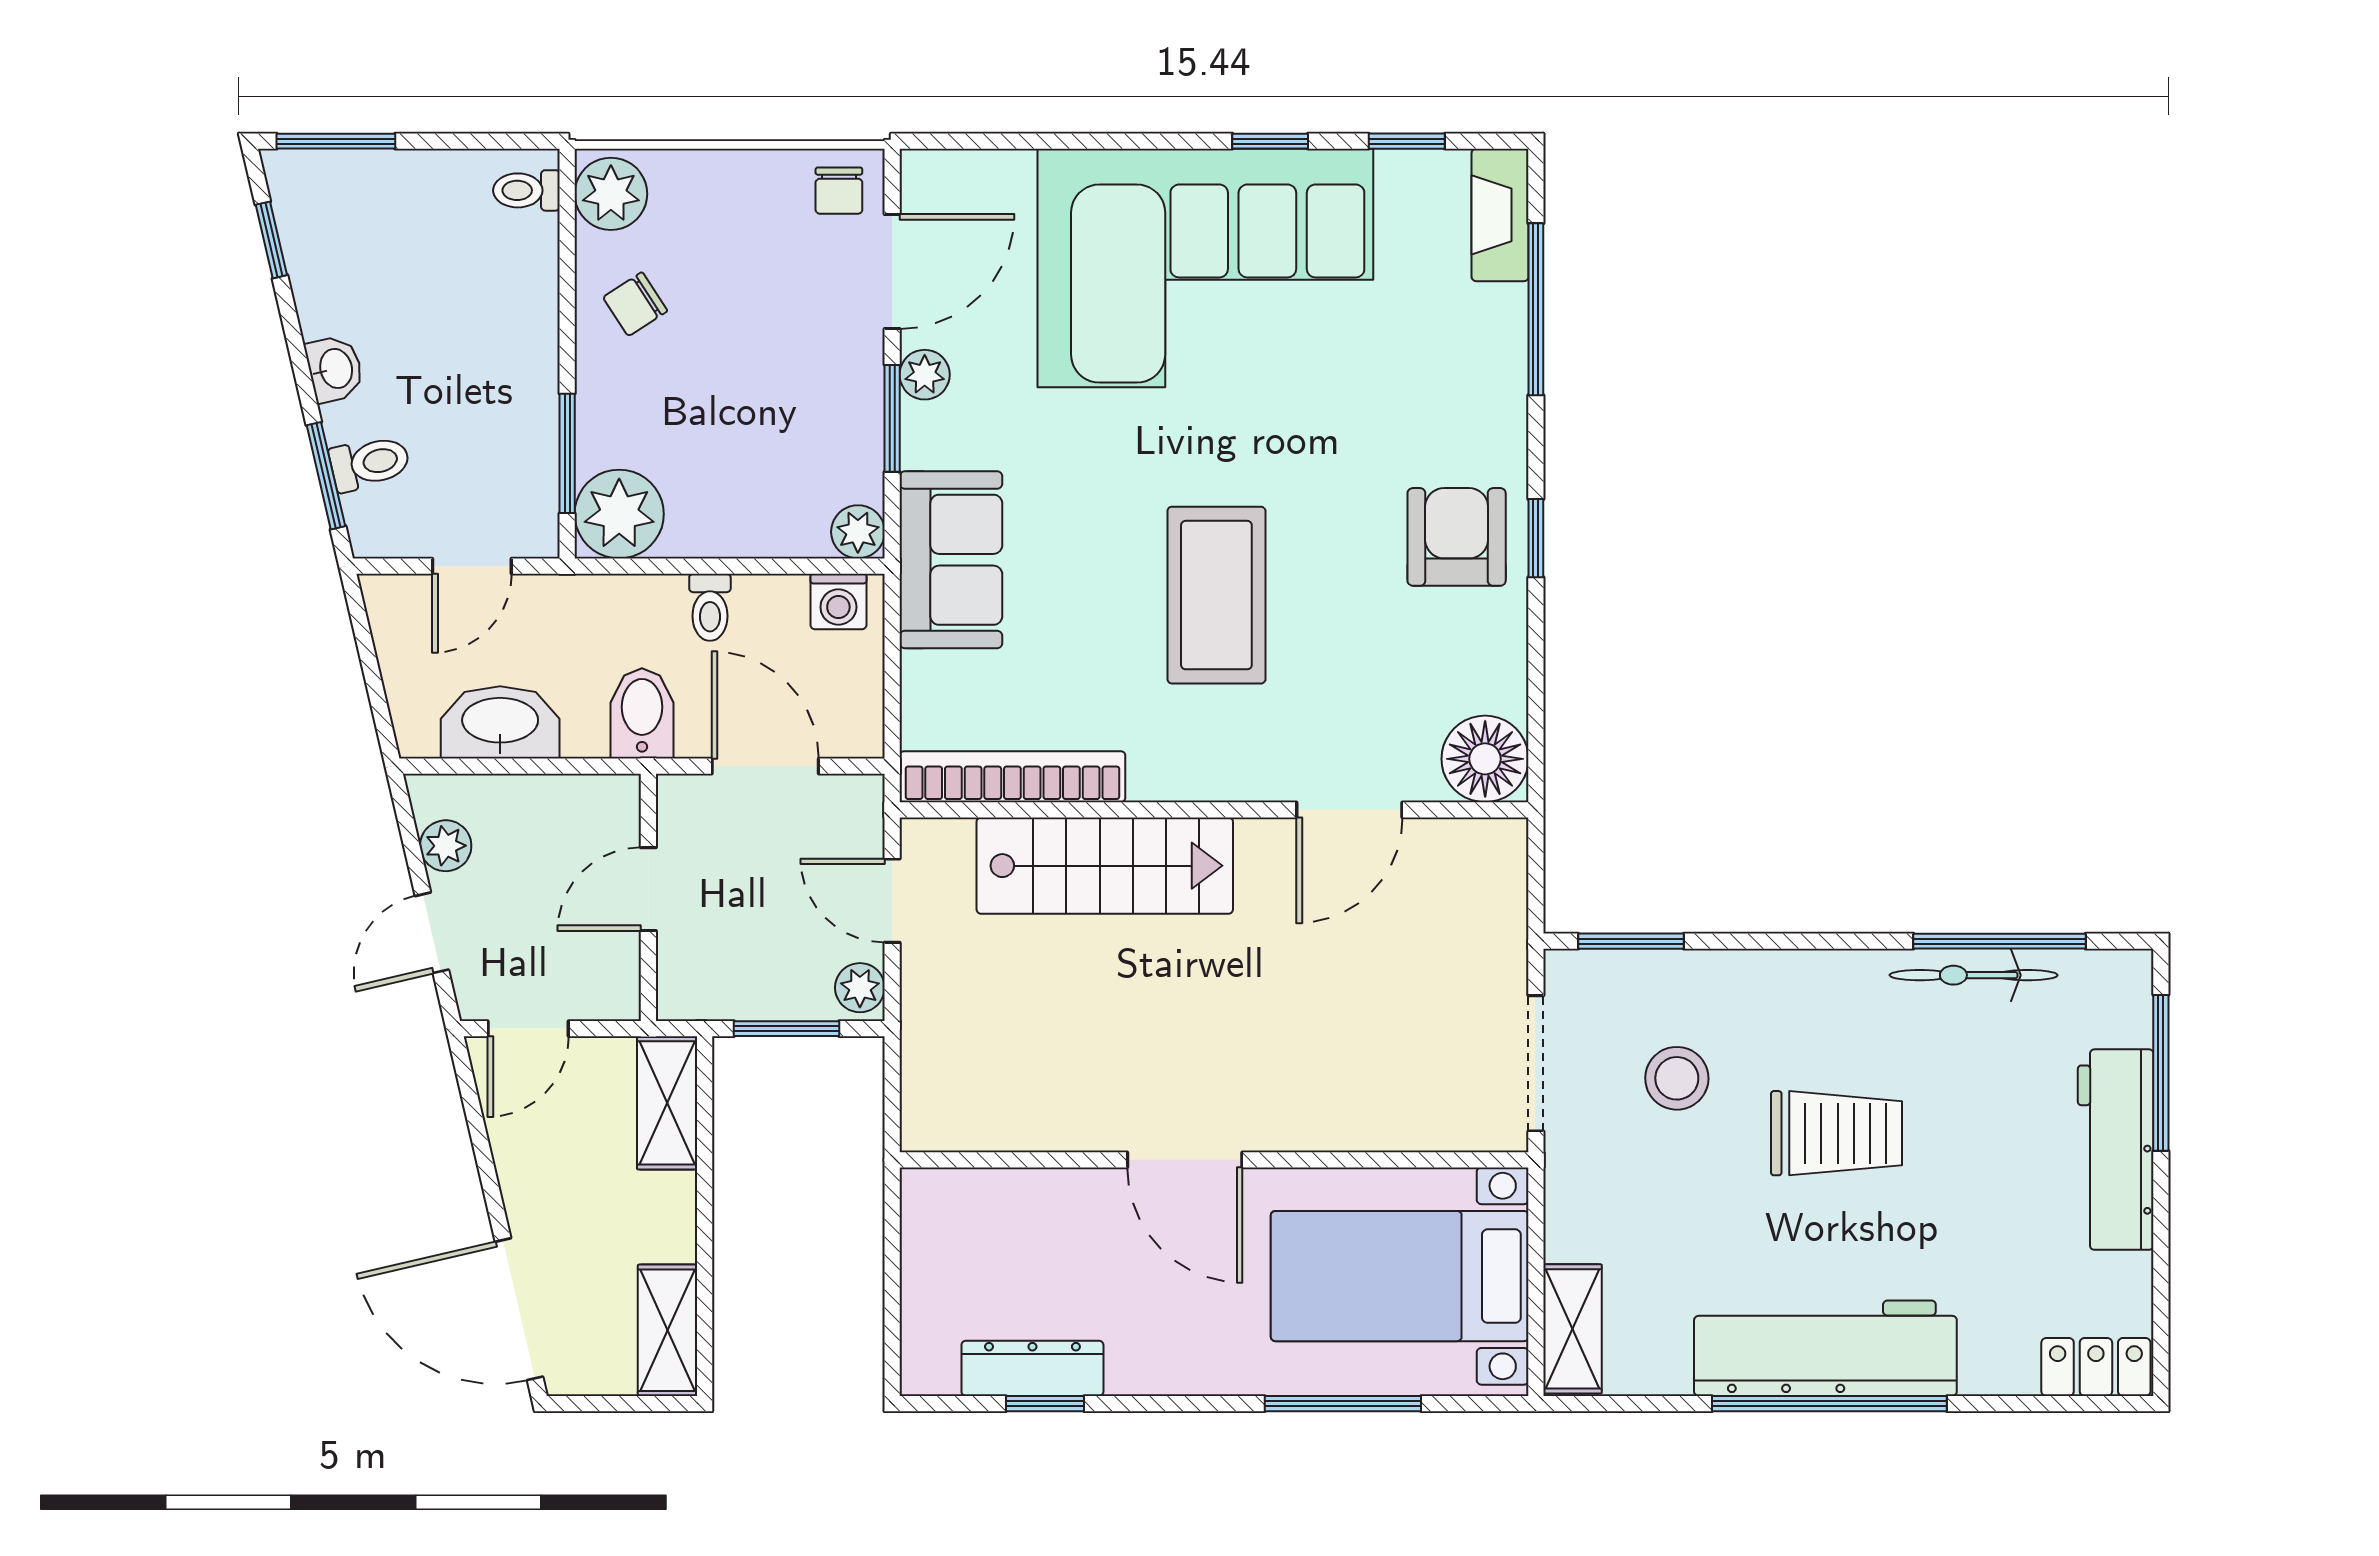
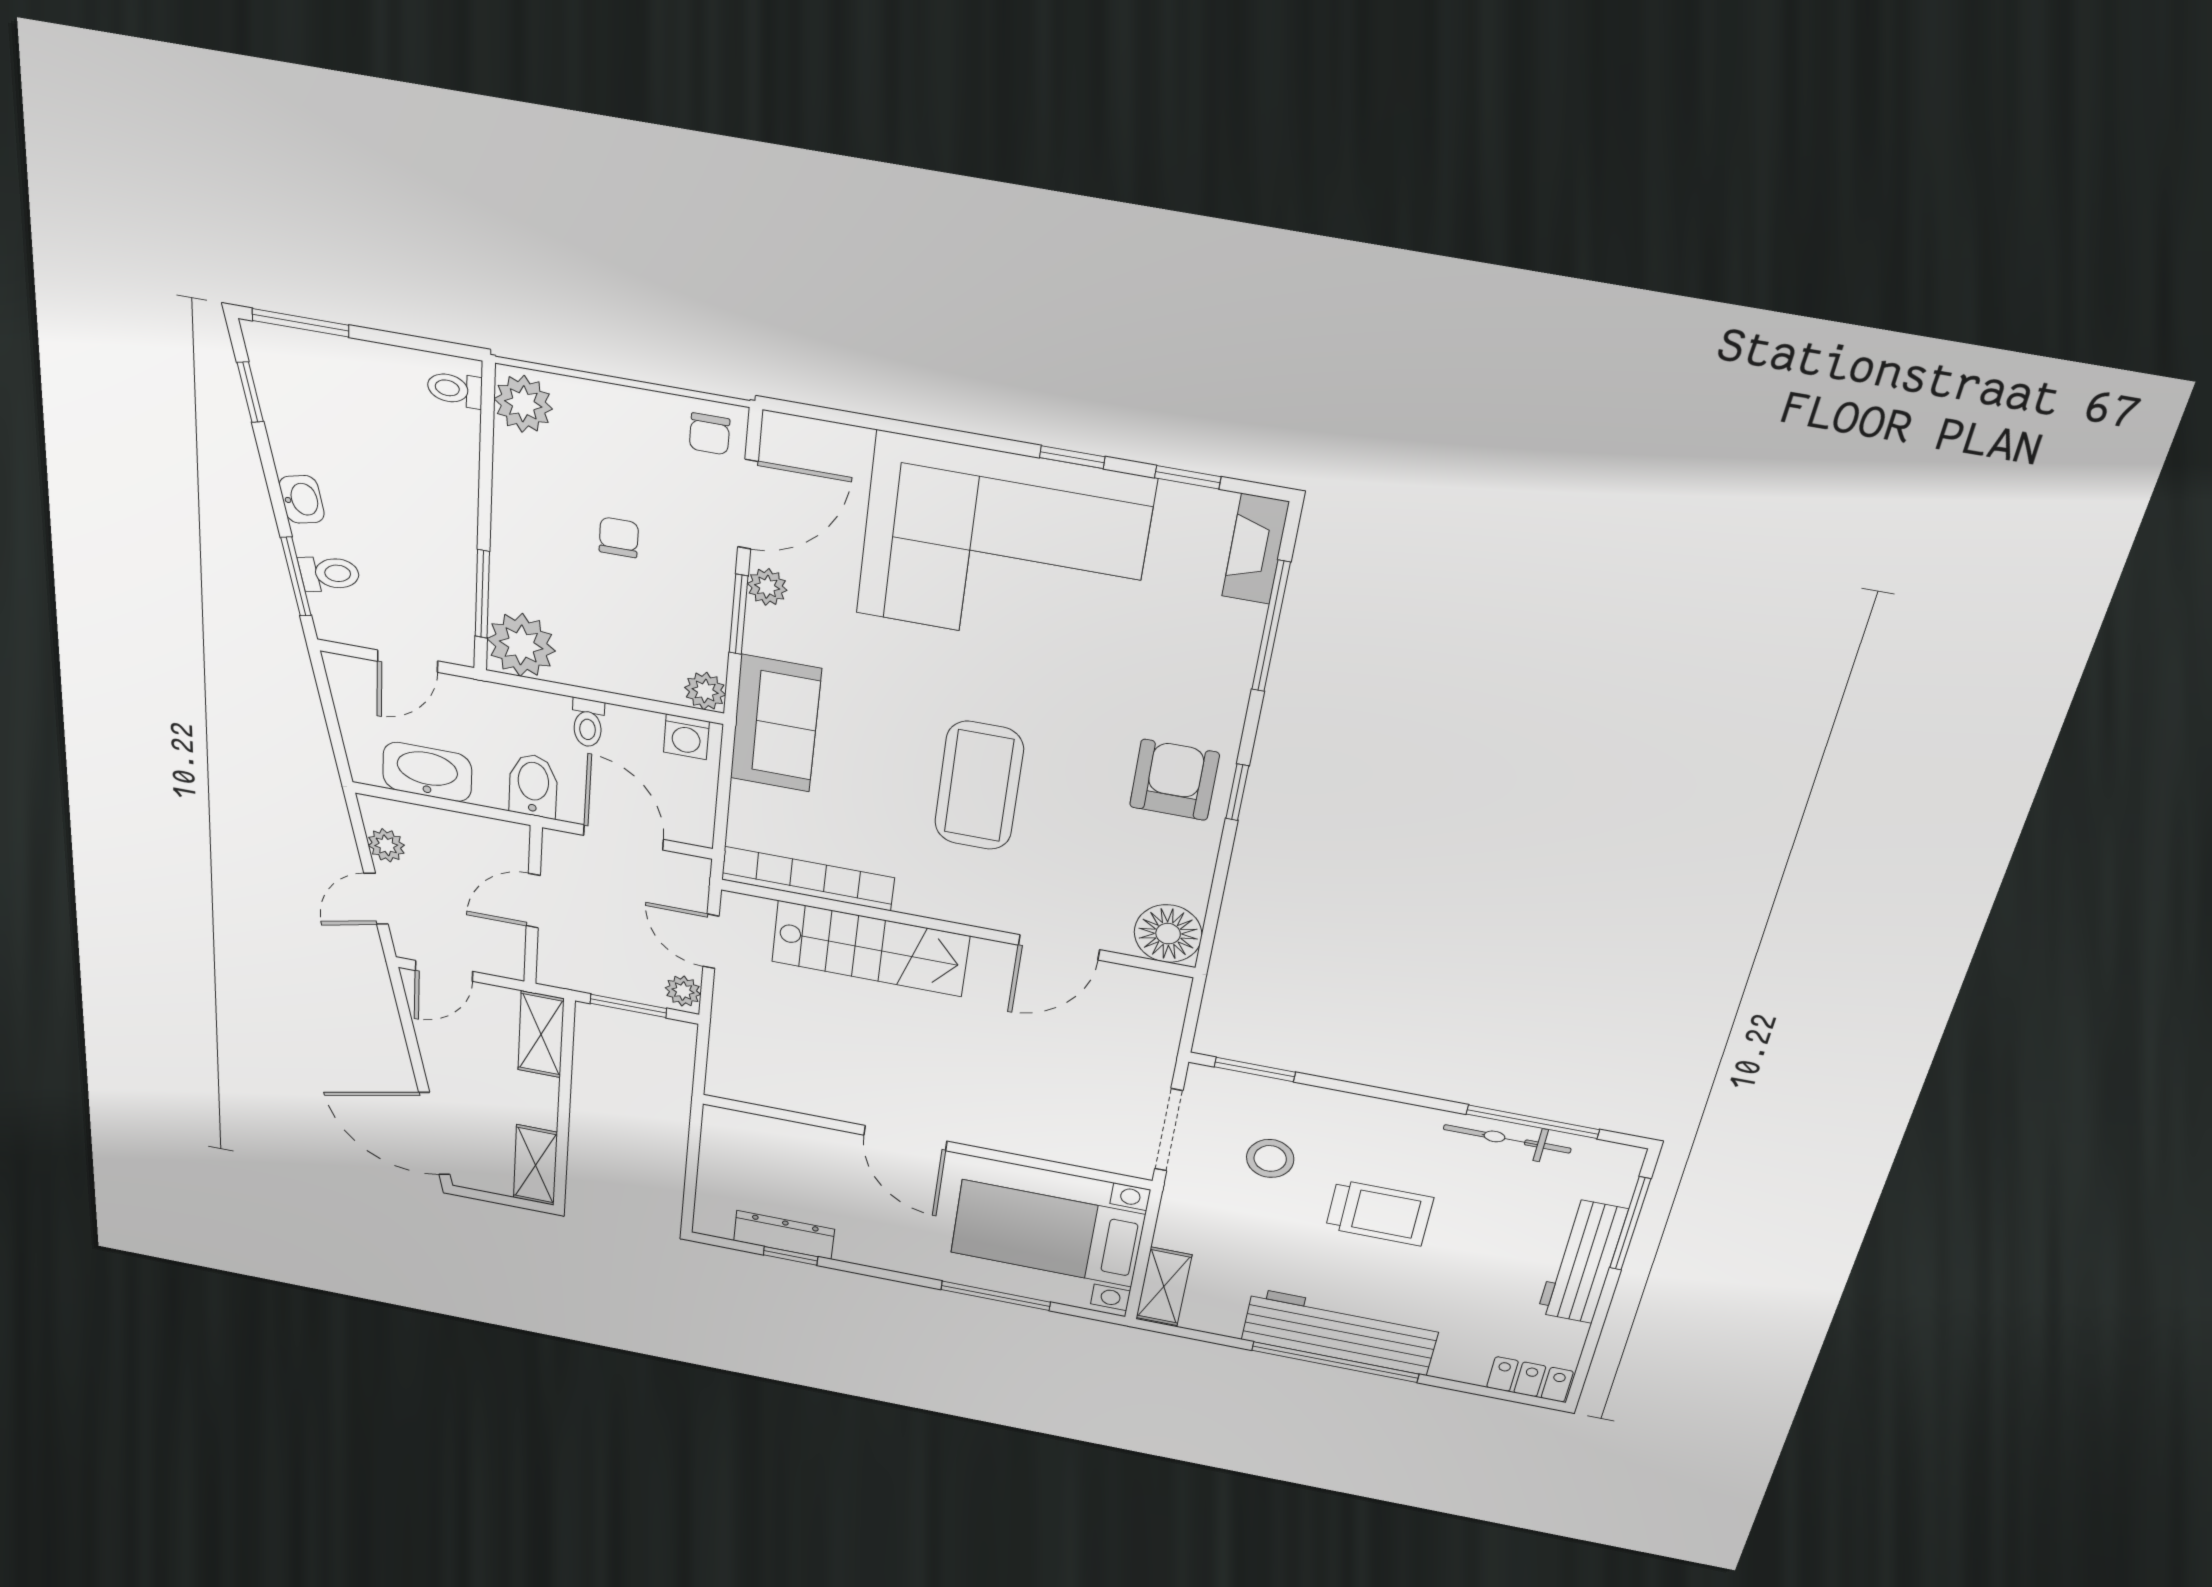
chair: (635, 304) -> (619, 537), moved, turned 123

